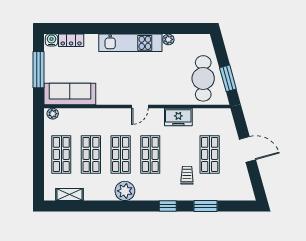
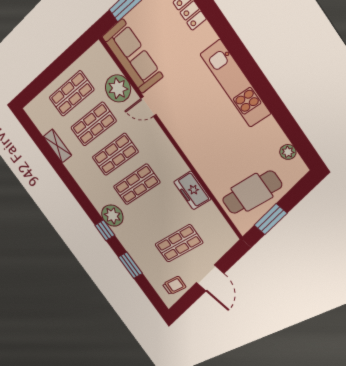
plant: (168, 39) -> (288, 152), moved
door: (140, 107) -> (148, 107), moved
plant: (53, 114) -> (118, 88), moved, width x1.87, depth x1.87
trolley: (187, 175) -> (174, 286), moved
plant: (125, 191) -> (112, 216), moved
shelving: (70, 195) -> (57, 146), moved

